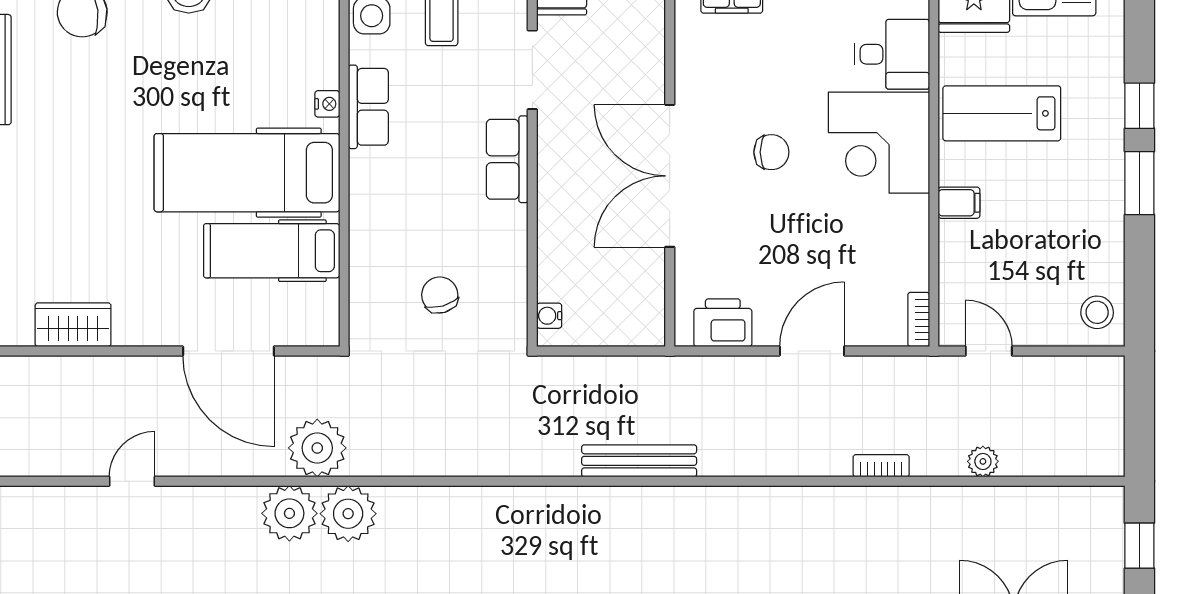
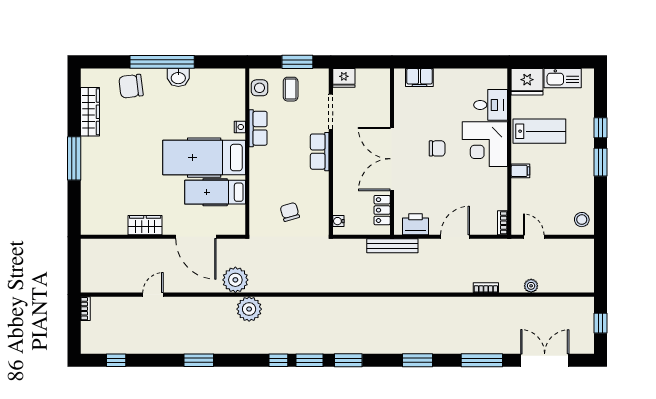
lab bench: (1002, 113) -> (539, 131), turned 180
locker: (648, 291) -> (382, 210), added
wardrobe: (73, 325) -> (145, 225), moved
bench: (639, 461) -> (392, 246), moved
plant: (289, 513) -> (223, 309), removed

